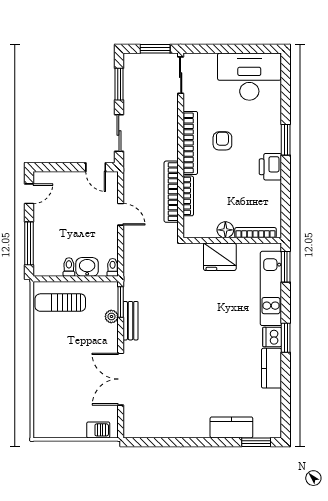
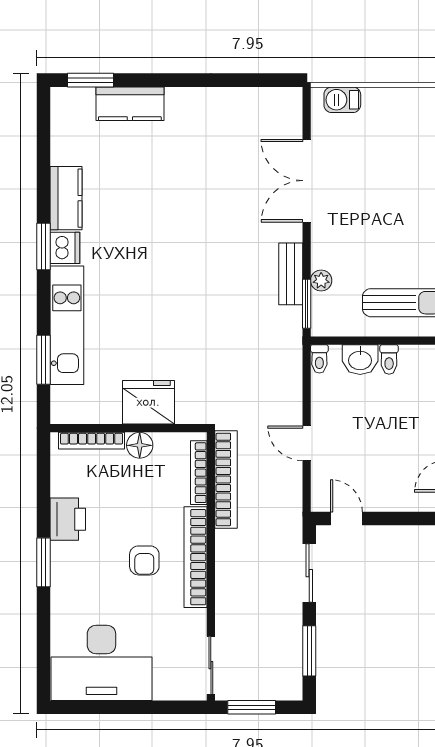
floor lamp: (225, 230) -> (140, 445), moved
bookcase: (255, 233) -> (92, 441), moved
wall: (232, 240) -> (129, 428), moved
fridge: (220, 257) -> (148, 402), moved
double door: (121, 379) -> (307, 181), swing flipped

